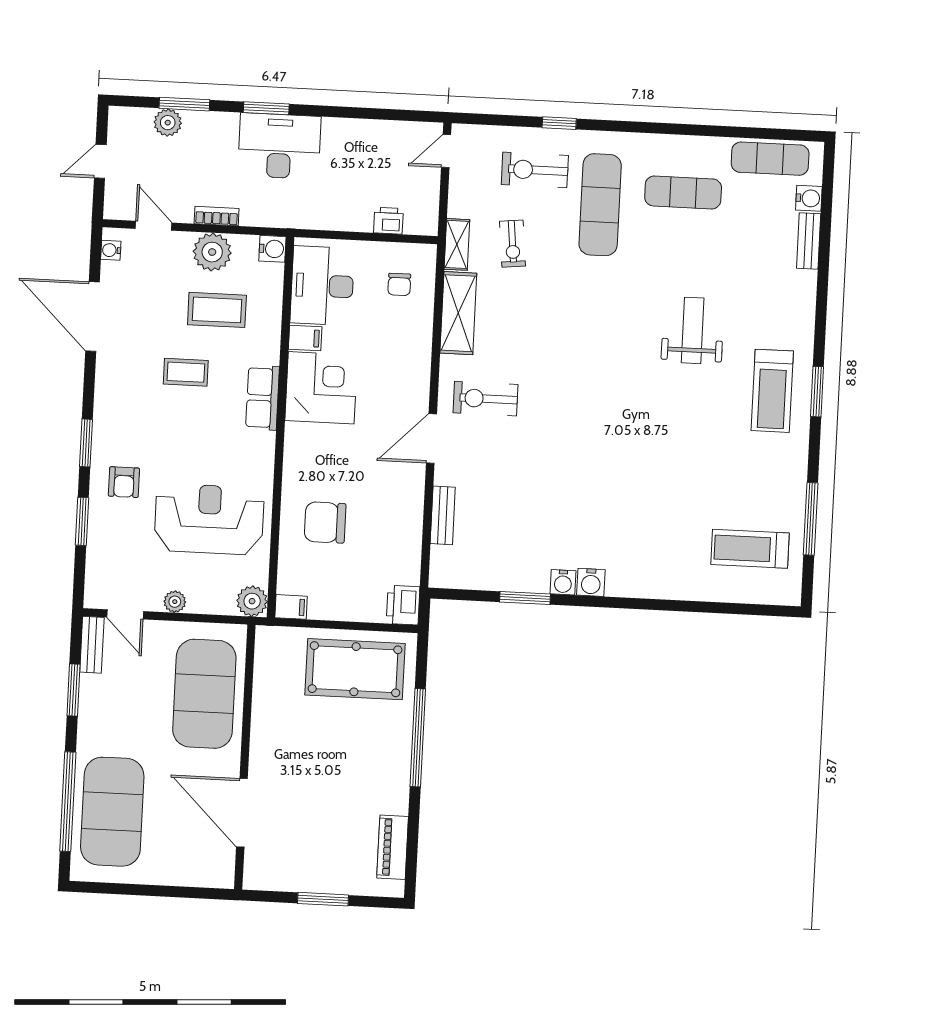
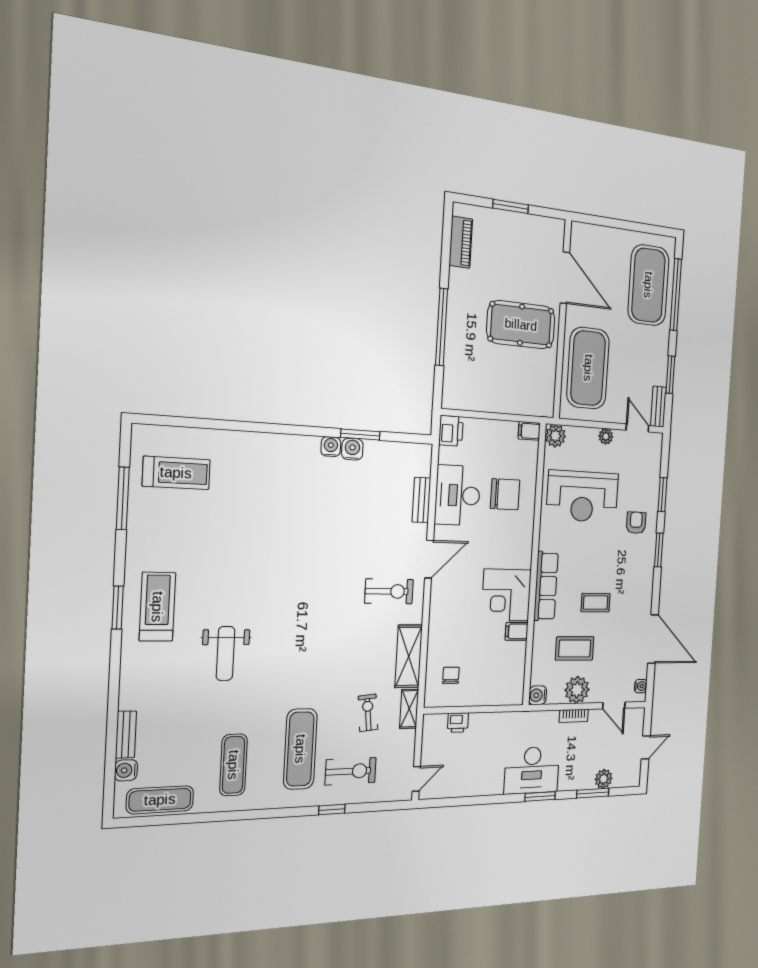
exercise mat: (683, 192) -> (233, 765), turned 90
desk: (322, 286) -> (458, 495), moved, turned 180
row of seats: (263, 398) -> (546, 586), width x1.48
water cooler: (591, 582) -> (352, 449), moved
pool table: (355, 669) -> (521, 325), moved

